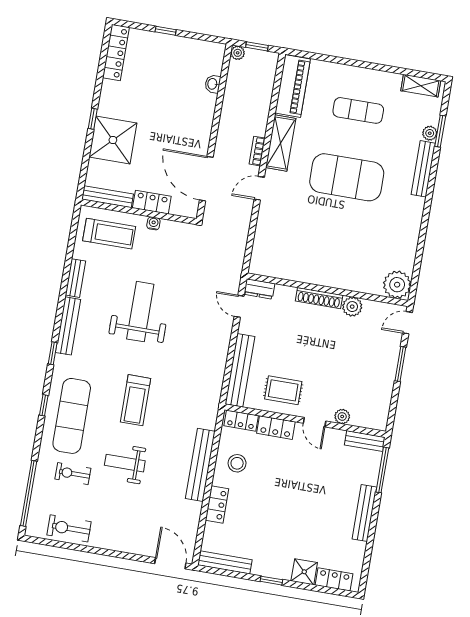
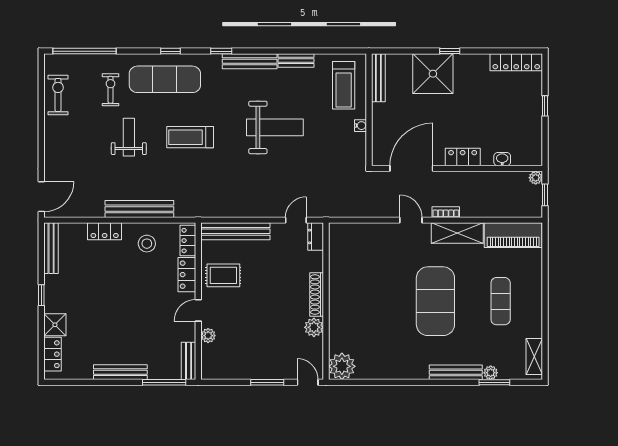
locker: (152, 202) -> (463, 157), moved, turned -90
rug: (283, 390) -> (223, 275), turned 90

